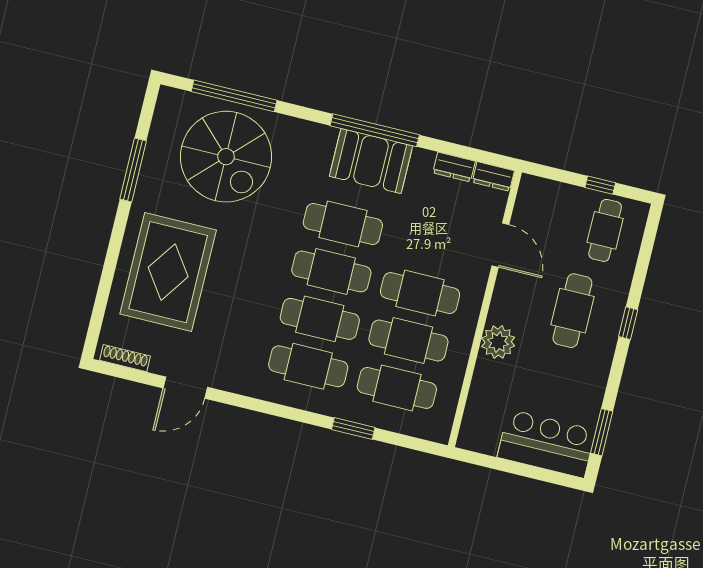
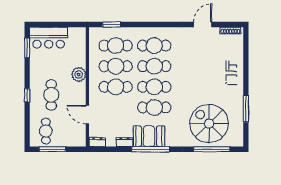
dresser: (454, 167) -> (124, 142), moved
window: (600, 185) -> (52, 149), width x2.17
rug: (168, 272) -> (221, 70), removed
window: (353, 429) -> (112, 24), moved

